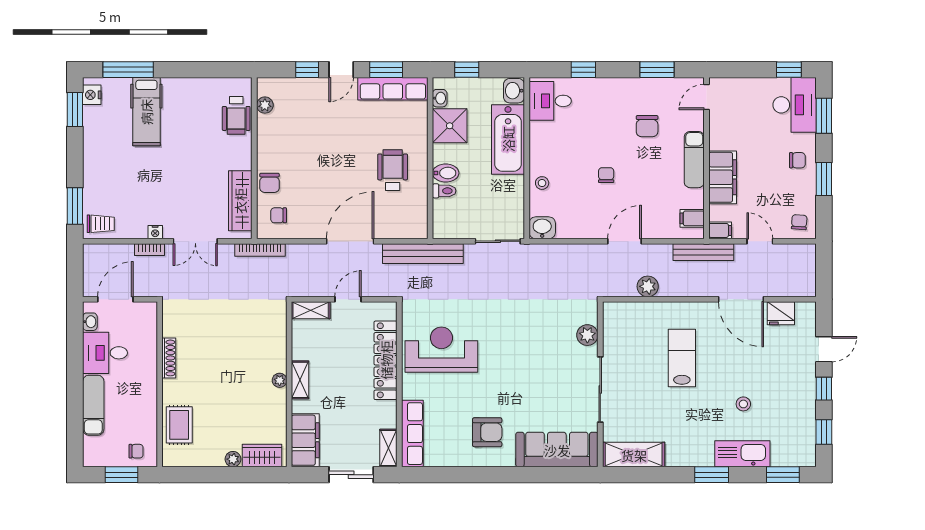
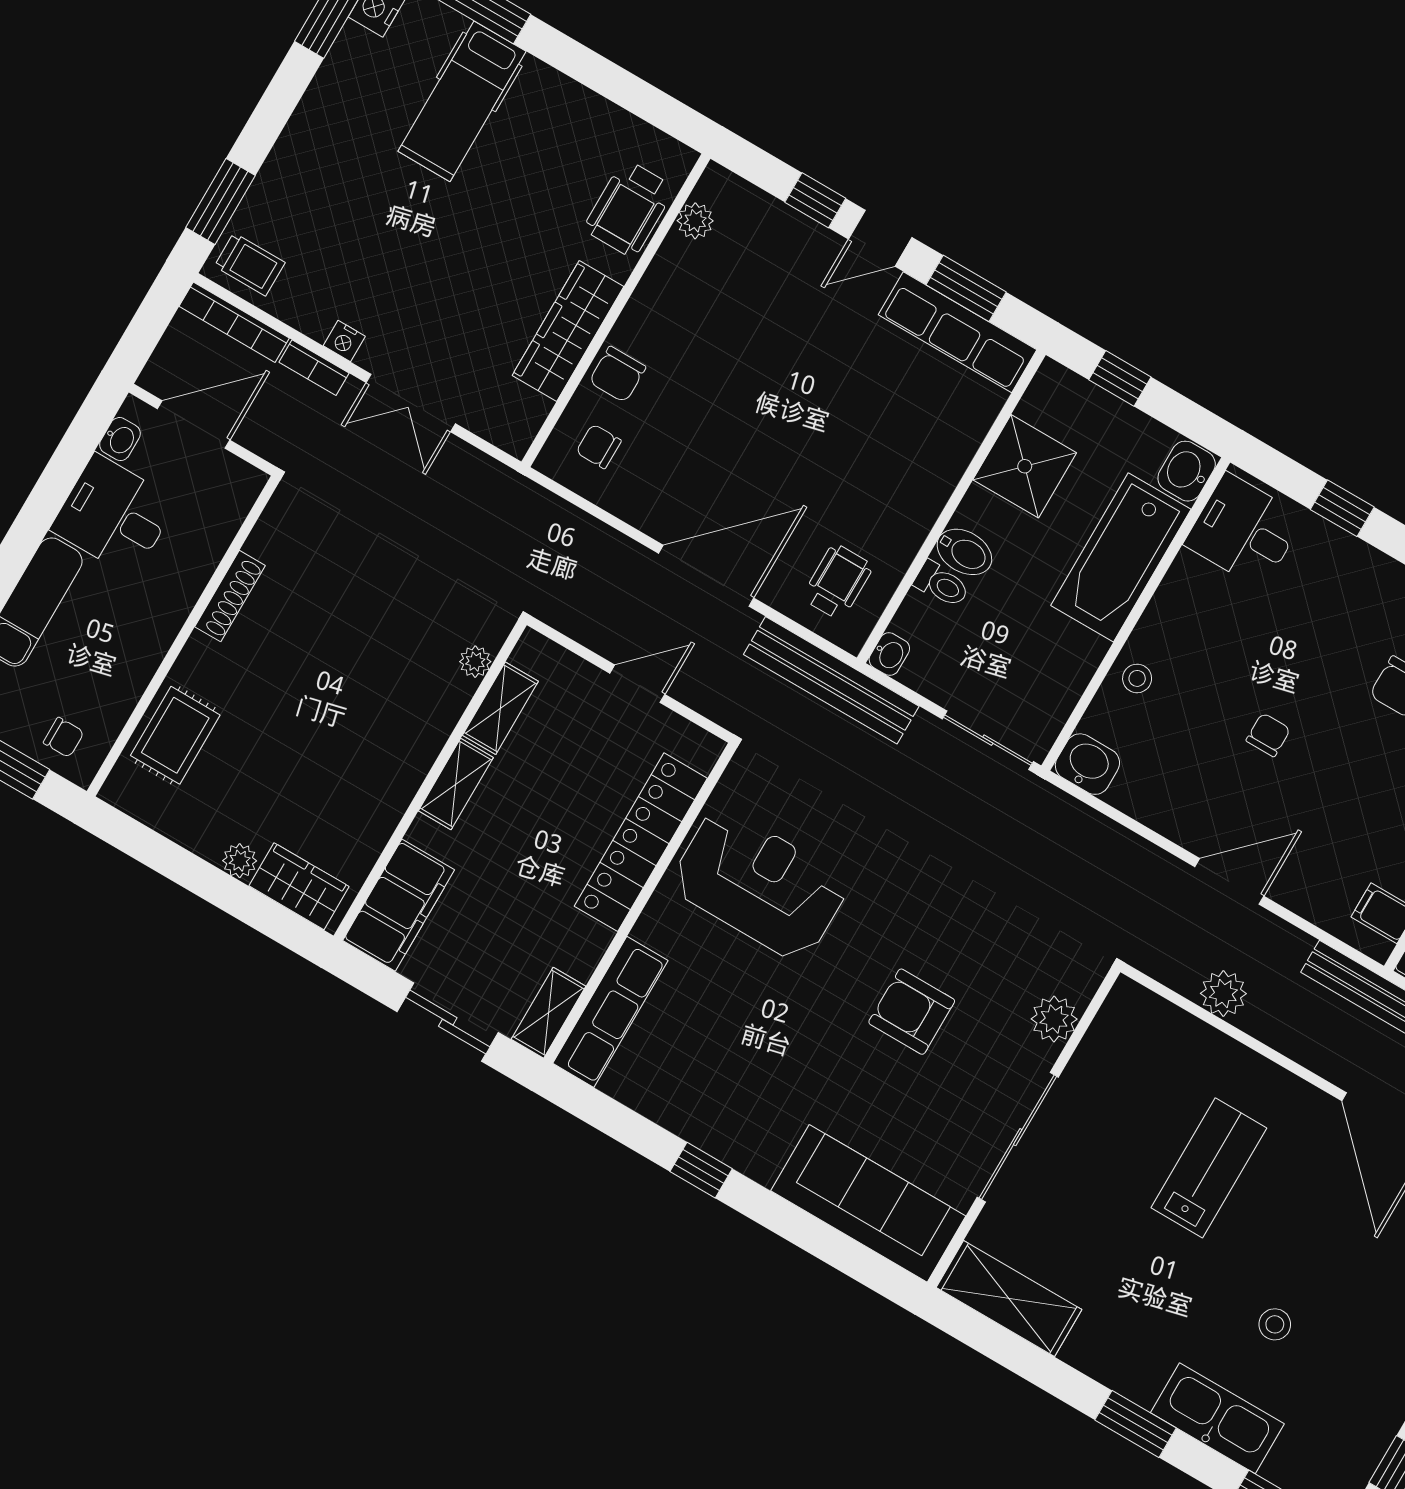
washbasin: (440, 98) -> (889, 654), moved
wheelchair: (393, 170) -> (838, 582), moved, width x0.73, depth x0.73
wardrobe: (240, 201) -> (568, 331), moved
bookcase: (260, 250) -> (234, 322), moved
shelving: (311, 310) -> (500, 708), moved, turned 90
plant: (280, 380) -> (475, 662), moved
armchair: (487, 432) -> (912, 1012), moved, turned 180
window: (484, 475) -> (701, 1170), added

